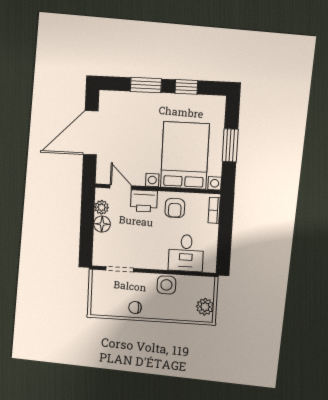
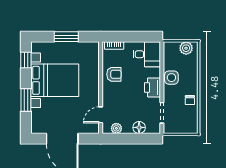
window: (186, 87) -> (26, 60), moved
bed with nightstands: (185, 156) -> (55, 80), moved, turned 180
printer: (144, 201) -> (152, 87), moved, turned 180
floor lamp: (102, 224) -> (139, 127), moved
desk: (186, 253) -> (147, 54), moved

